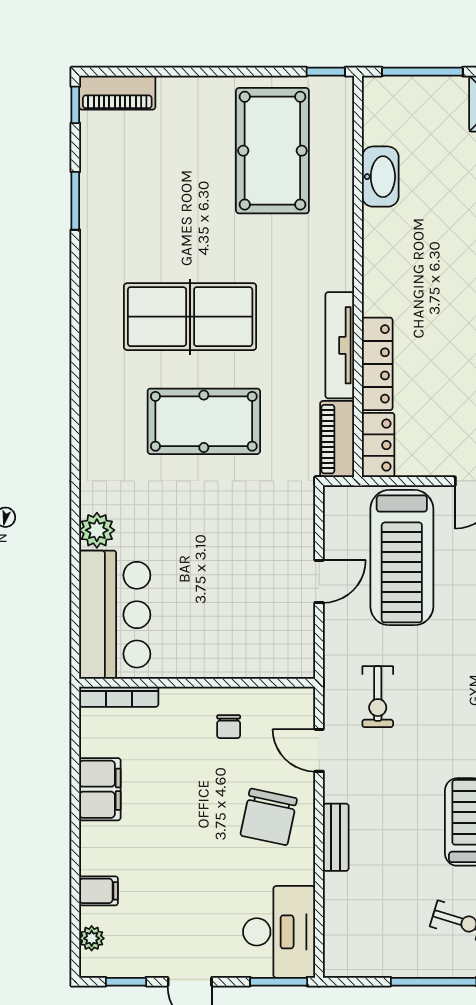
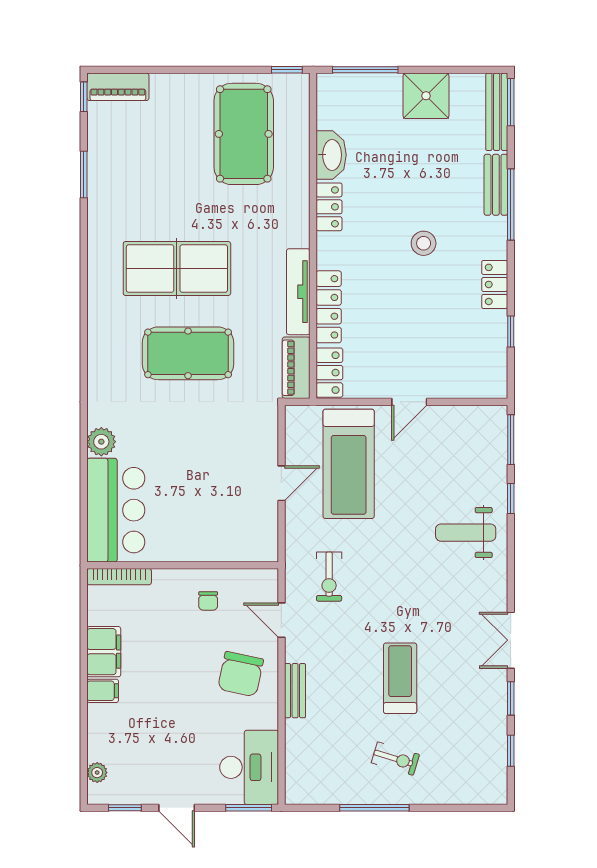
locker: (378, 241) -> (329, 207), added
filing cabinet: (99, 891) -> (103, 691), moved

